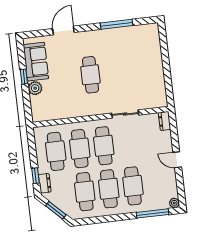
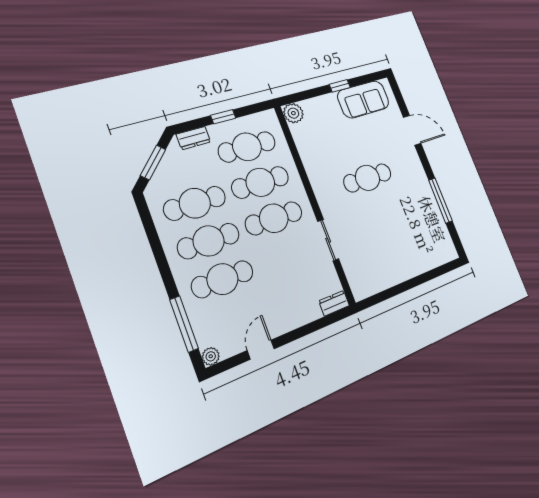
plant: (35, 88) -> (293, 113), moved
door: (177, 160) -> (261, 350), moved
window: (36, 176) -> (223, 117), moved

